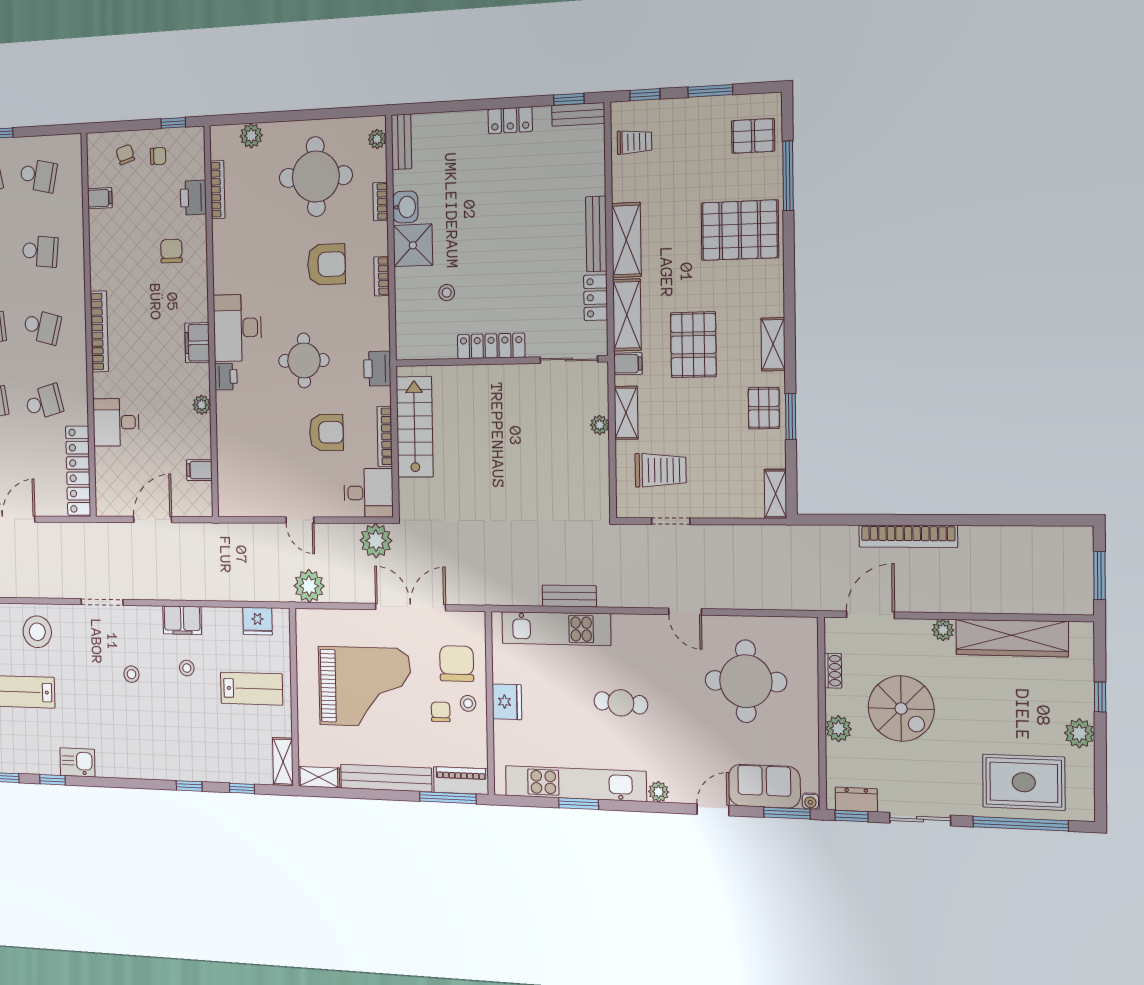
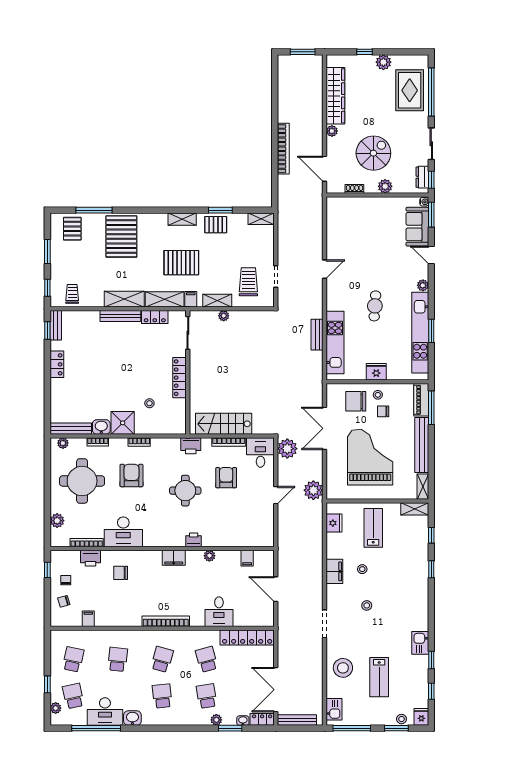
bench: (401, 142) -> (71, 429), width x1.36
desk: (237, 328) -> (123, 532), moved
round table: (746, 681) -> (361, 236), removed

